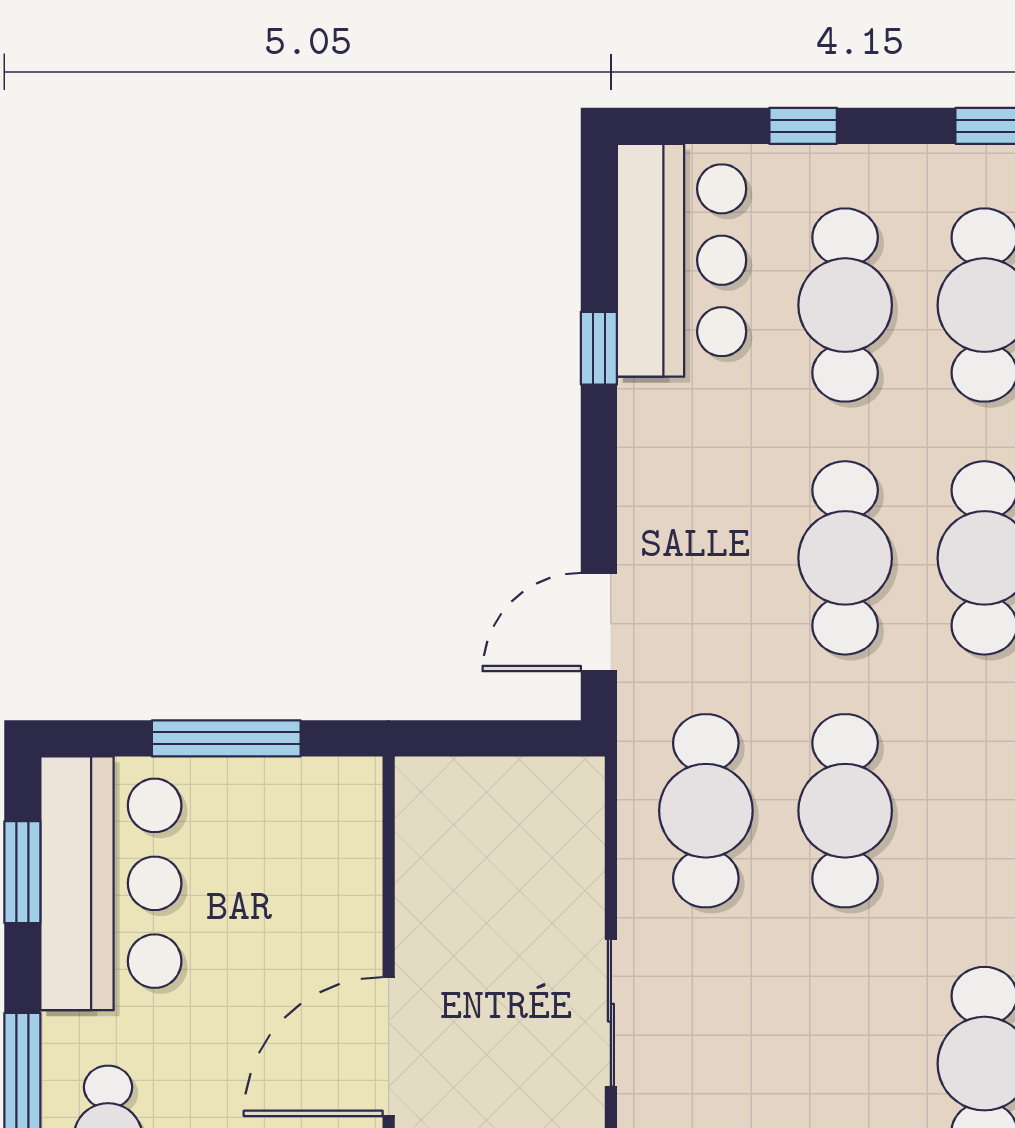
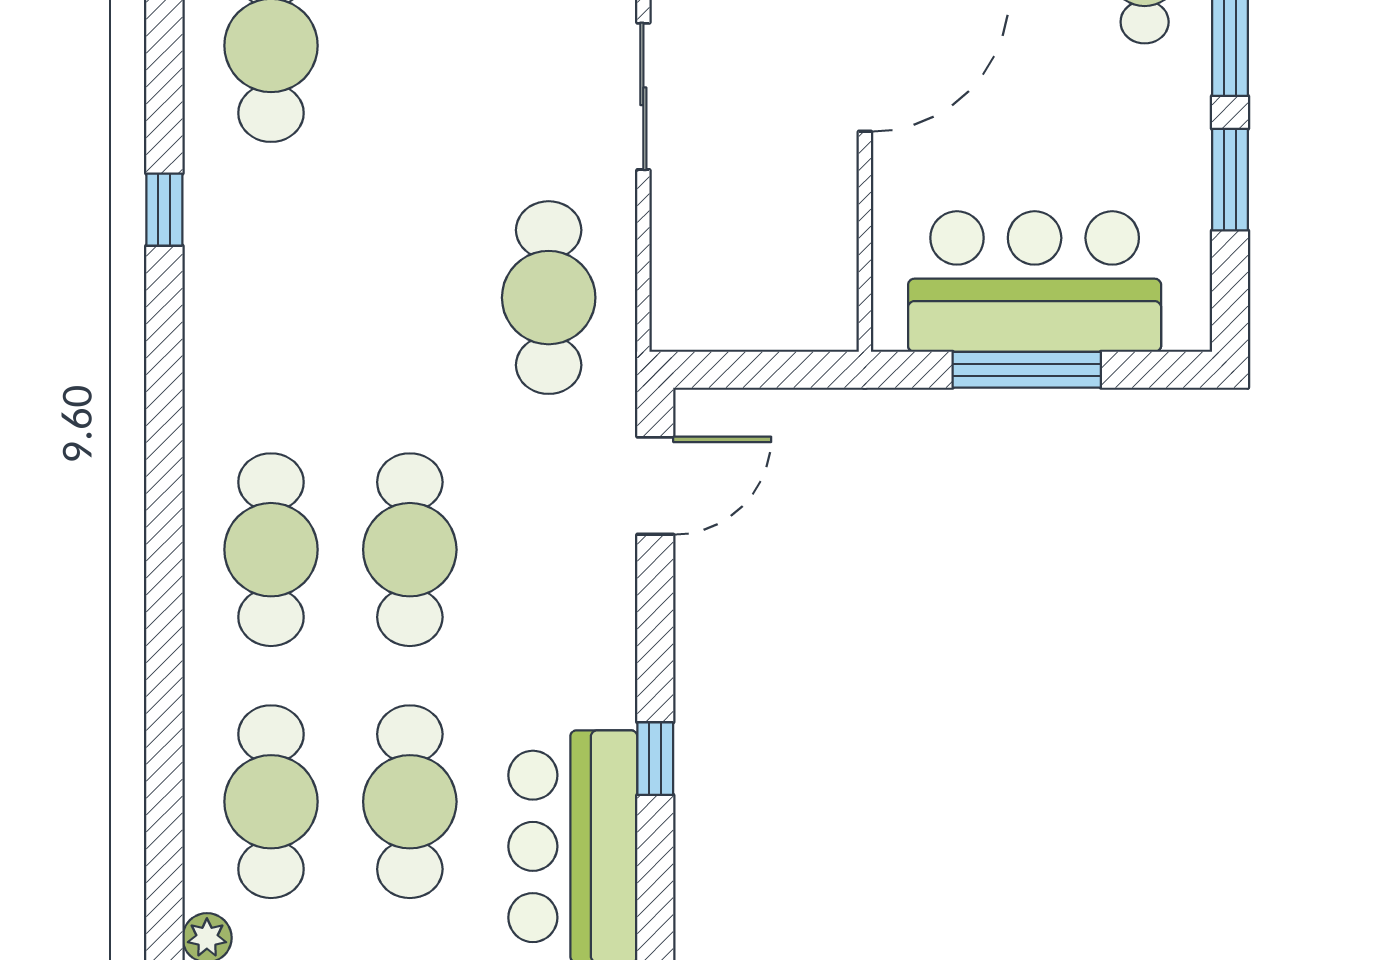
cafe table: (845, 811) -> (410, 298), removed
window: (22, 872) -> (1230, 180), moved
bar counter: (111, 883) -> (1035, 281), moved, turned 90

